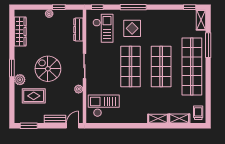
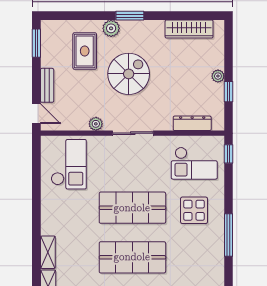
window: (133, 7) -> (228, 235), moved

